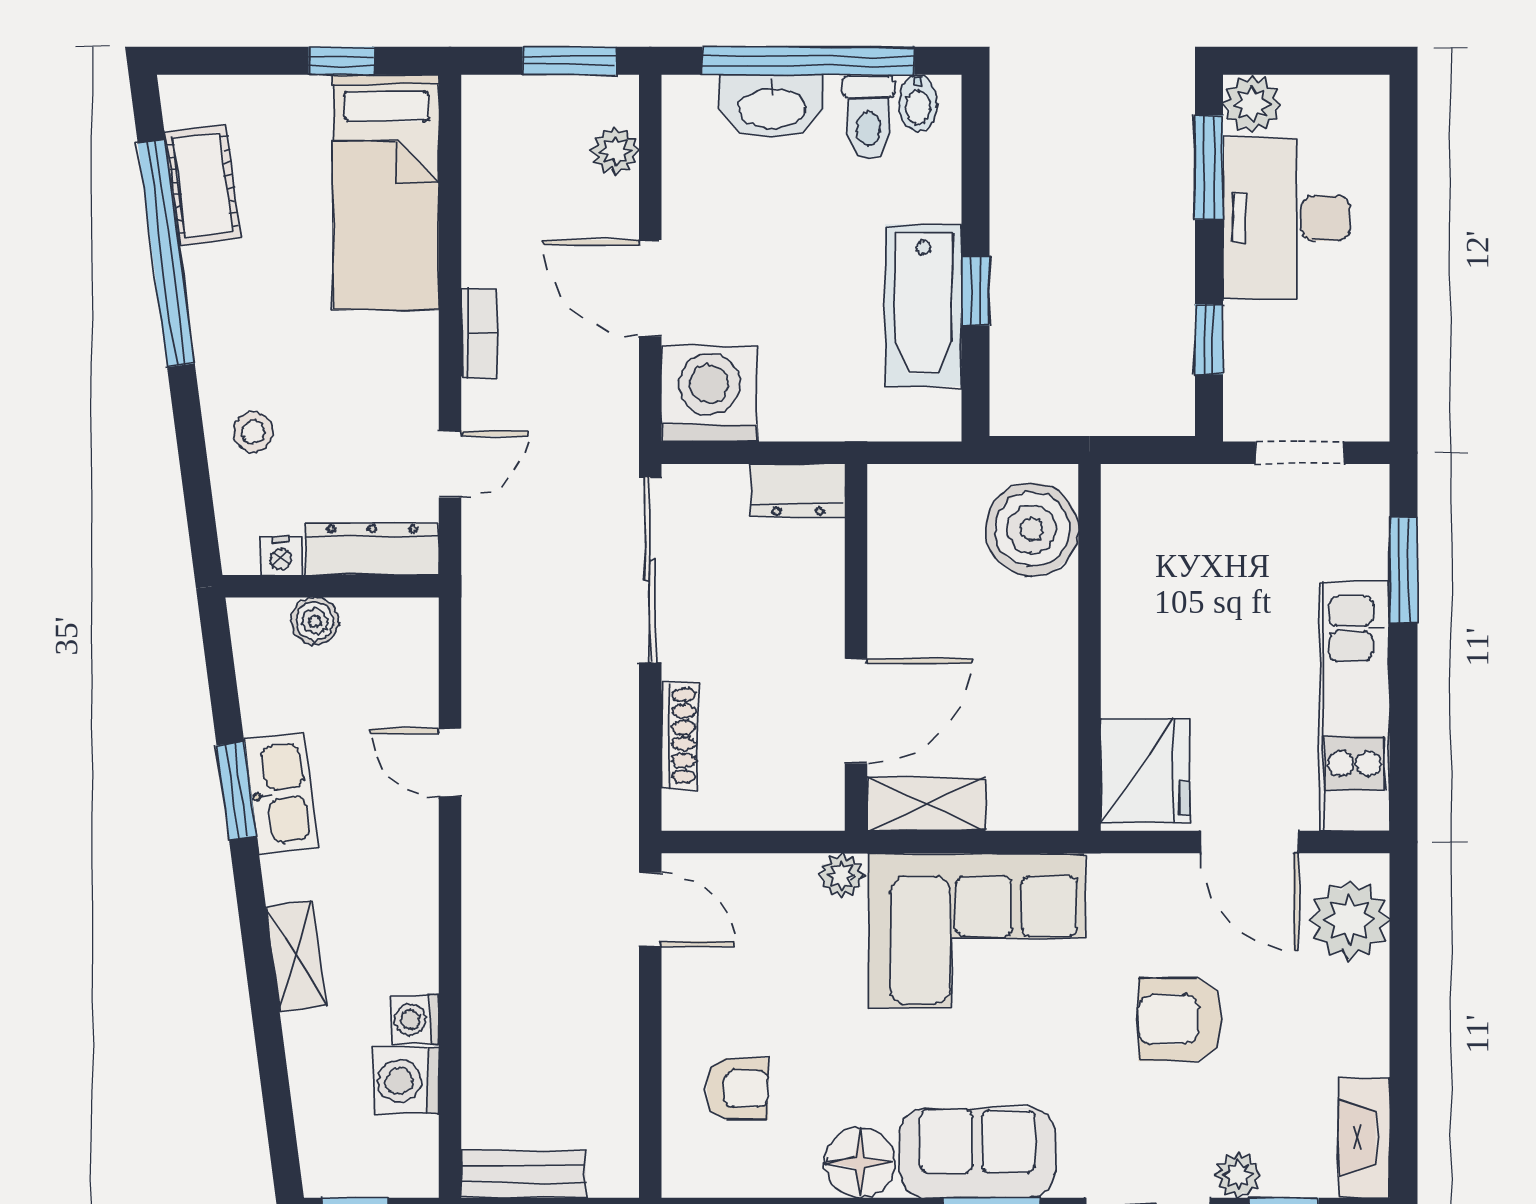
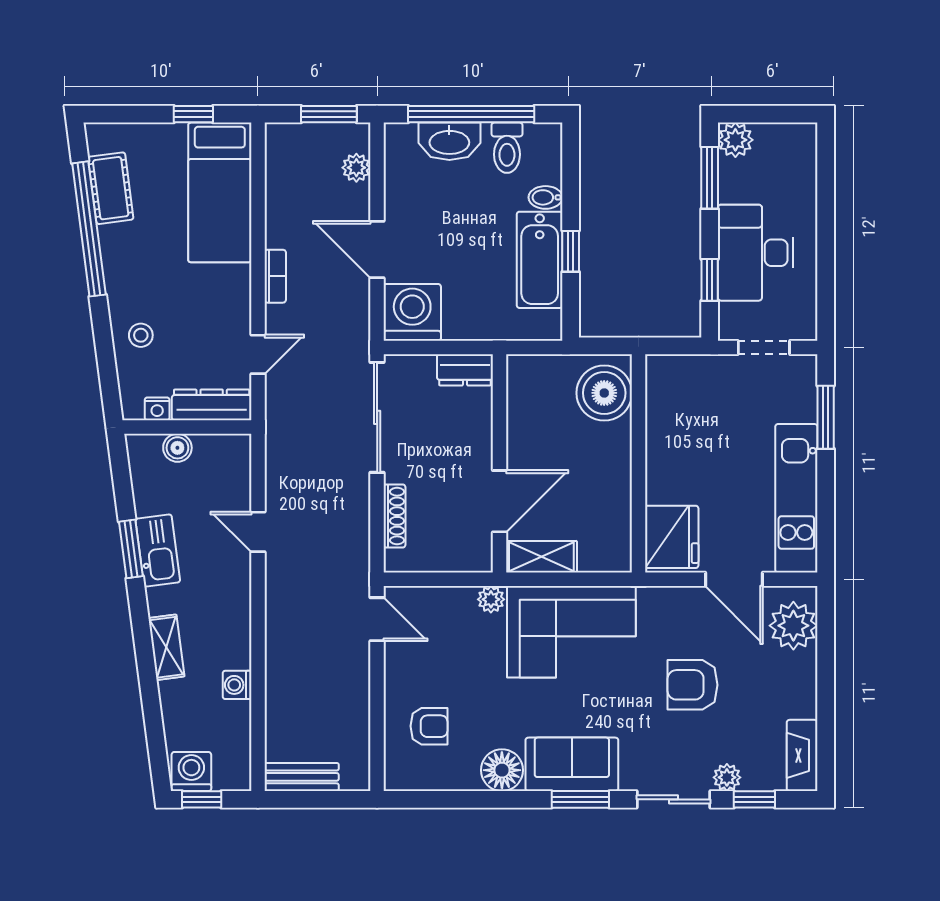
bidet: (918, 103) -> (546, 197), moved, turned 90
desk: (1286, 218) -> (756, 253), moved
washing machine: (406, 1081) -> (191, 771), moved, turned 90

